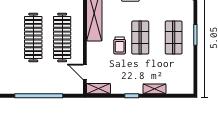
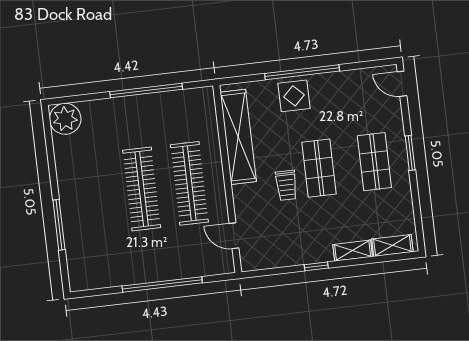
shelving: (98, 89) -> (392, 245), moved

